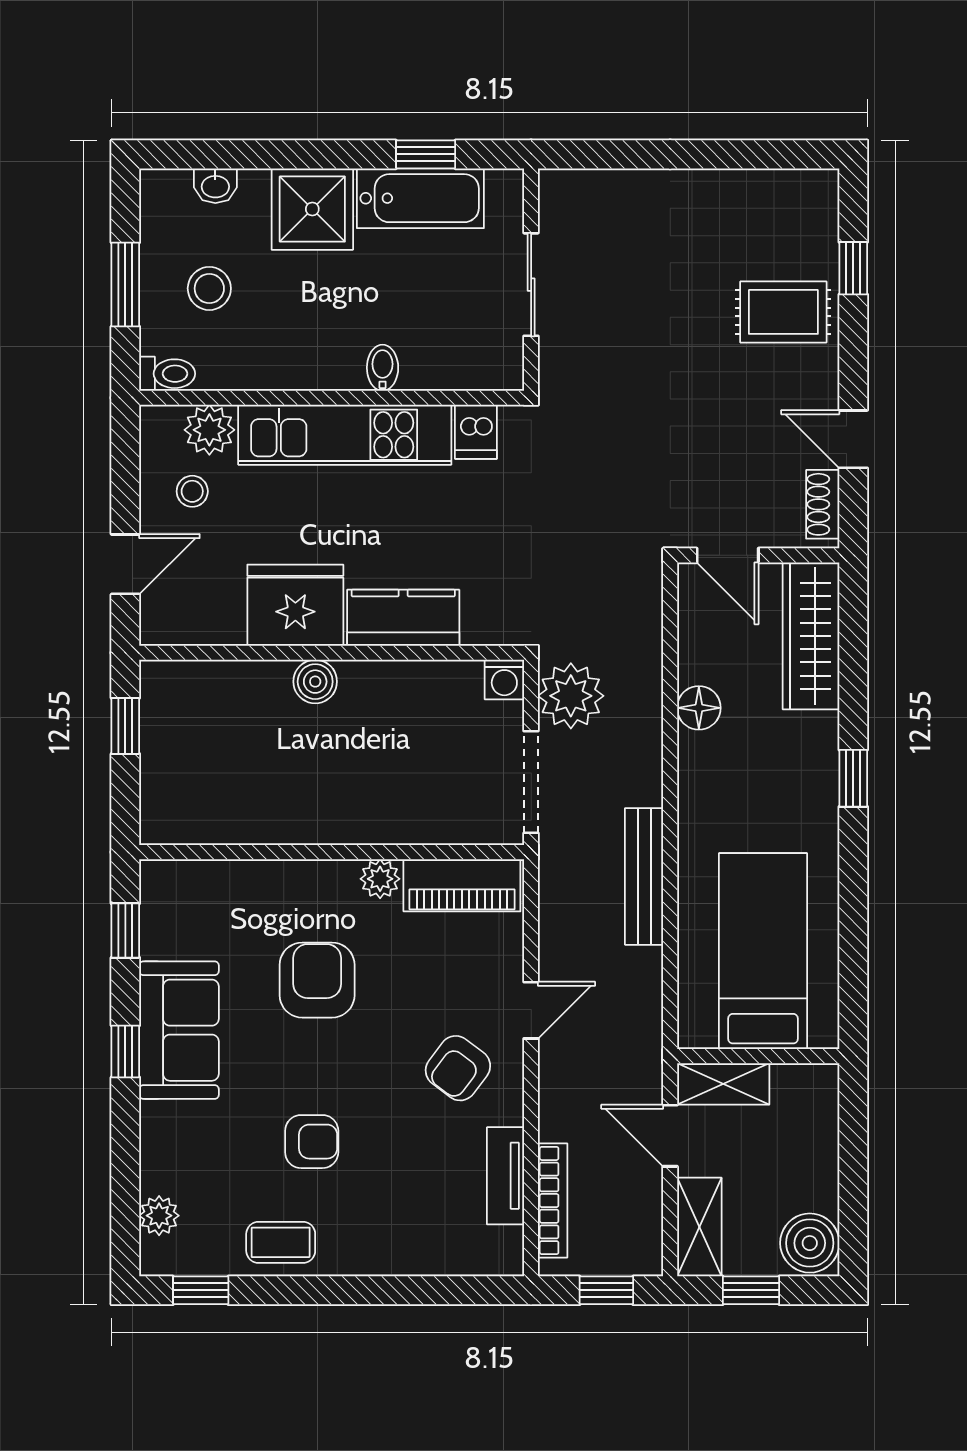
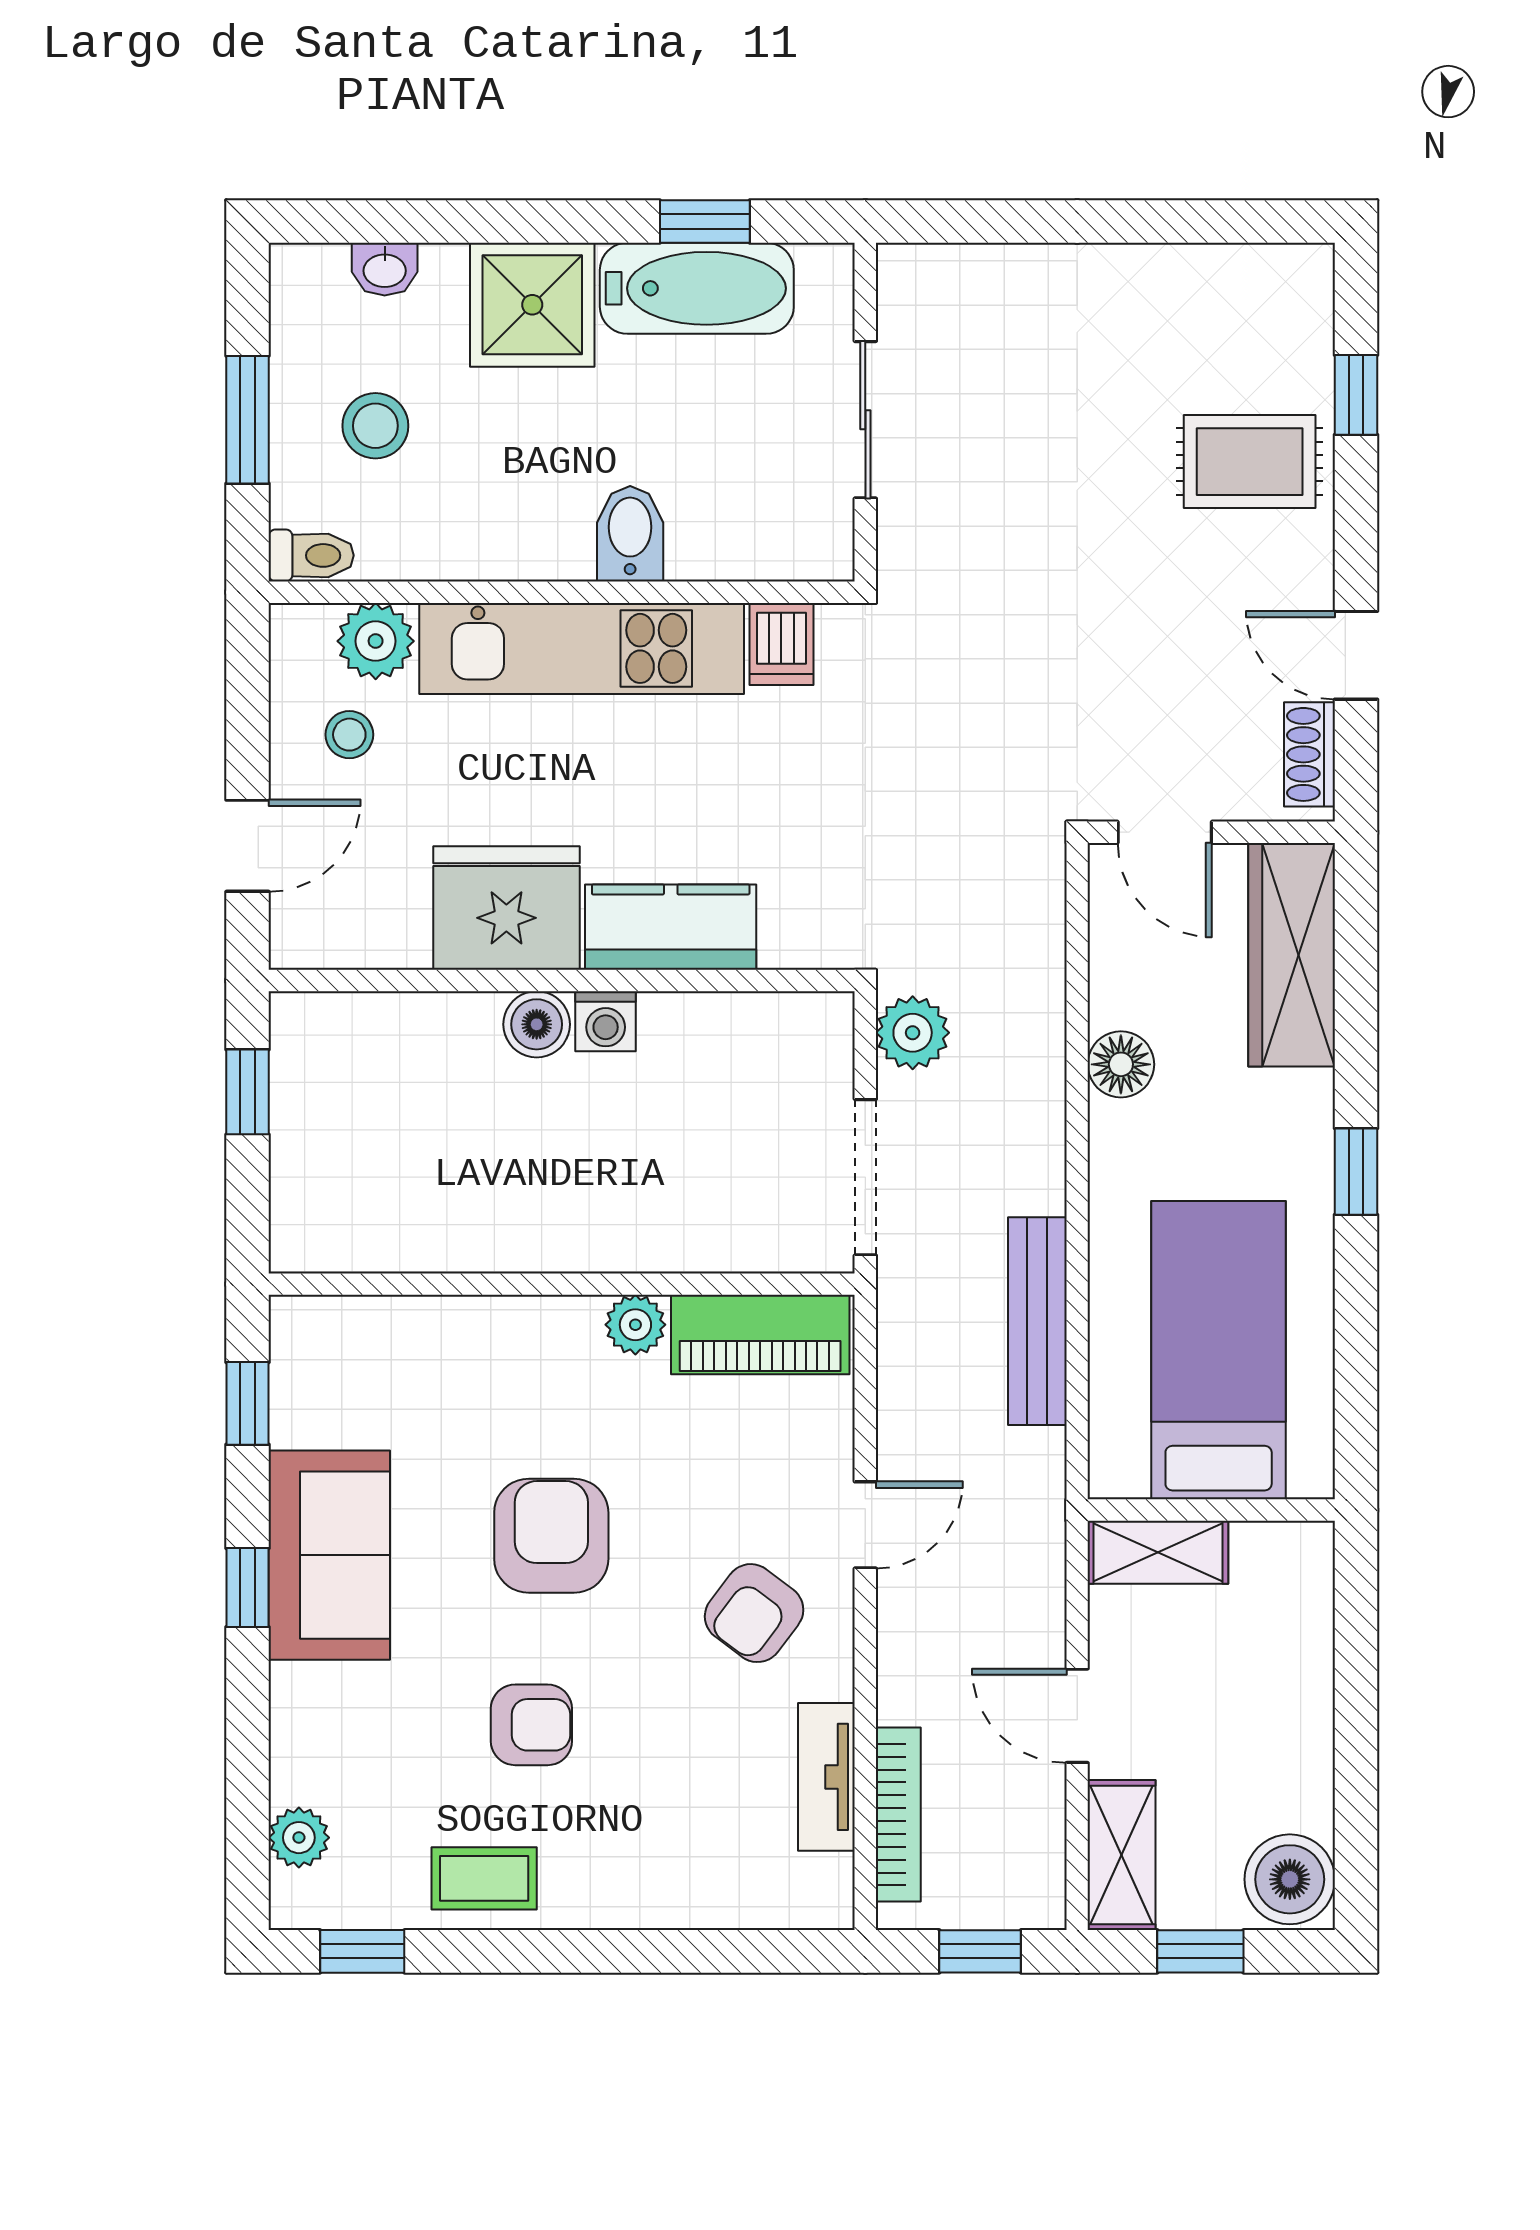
bidet: (383, 368) -> (630, 534), width x1.38, depth x1.36
washing machine: (504, 680) -> (606, 1021), moved
plant: (571, 696) -> (913, 1033), width x0.73, depth x0.73
bed: (763, 951) -> (1219, 1350), moved
armchair: (317, 980) -> (551, 1536), moved
wall: (758, 1056) -> (1211, 1510), moved
shelving: (723, 1084) -> (1158, 1552), moved

